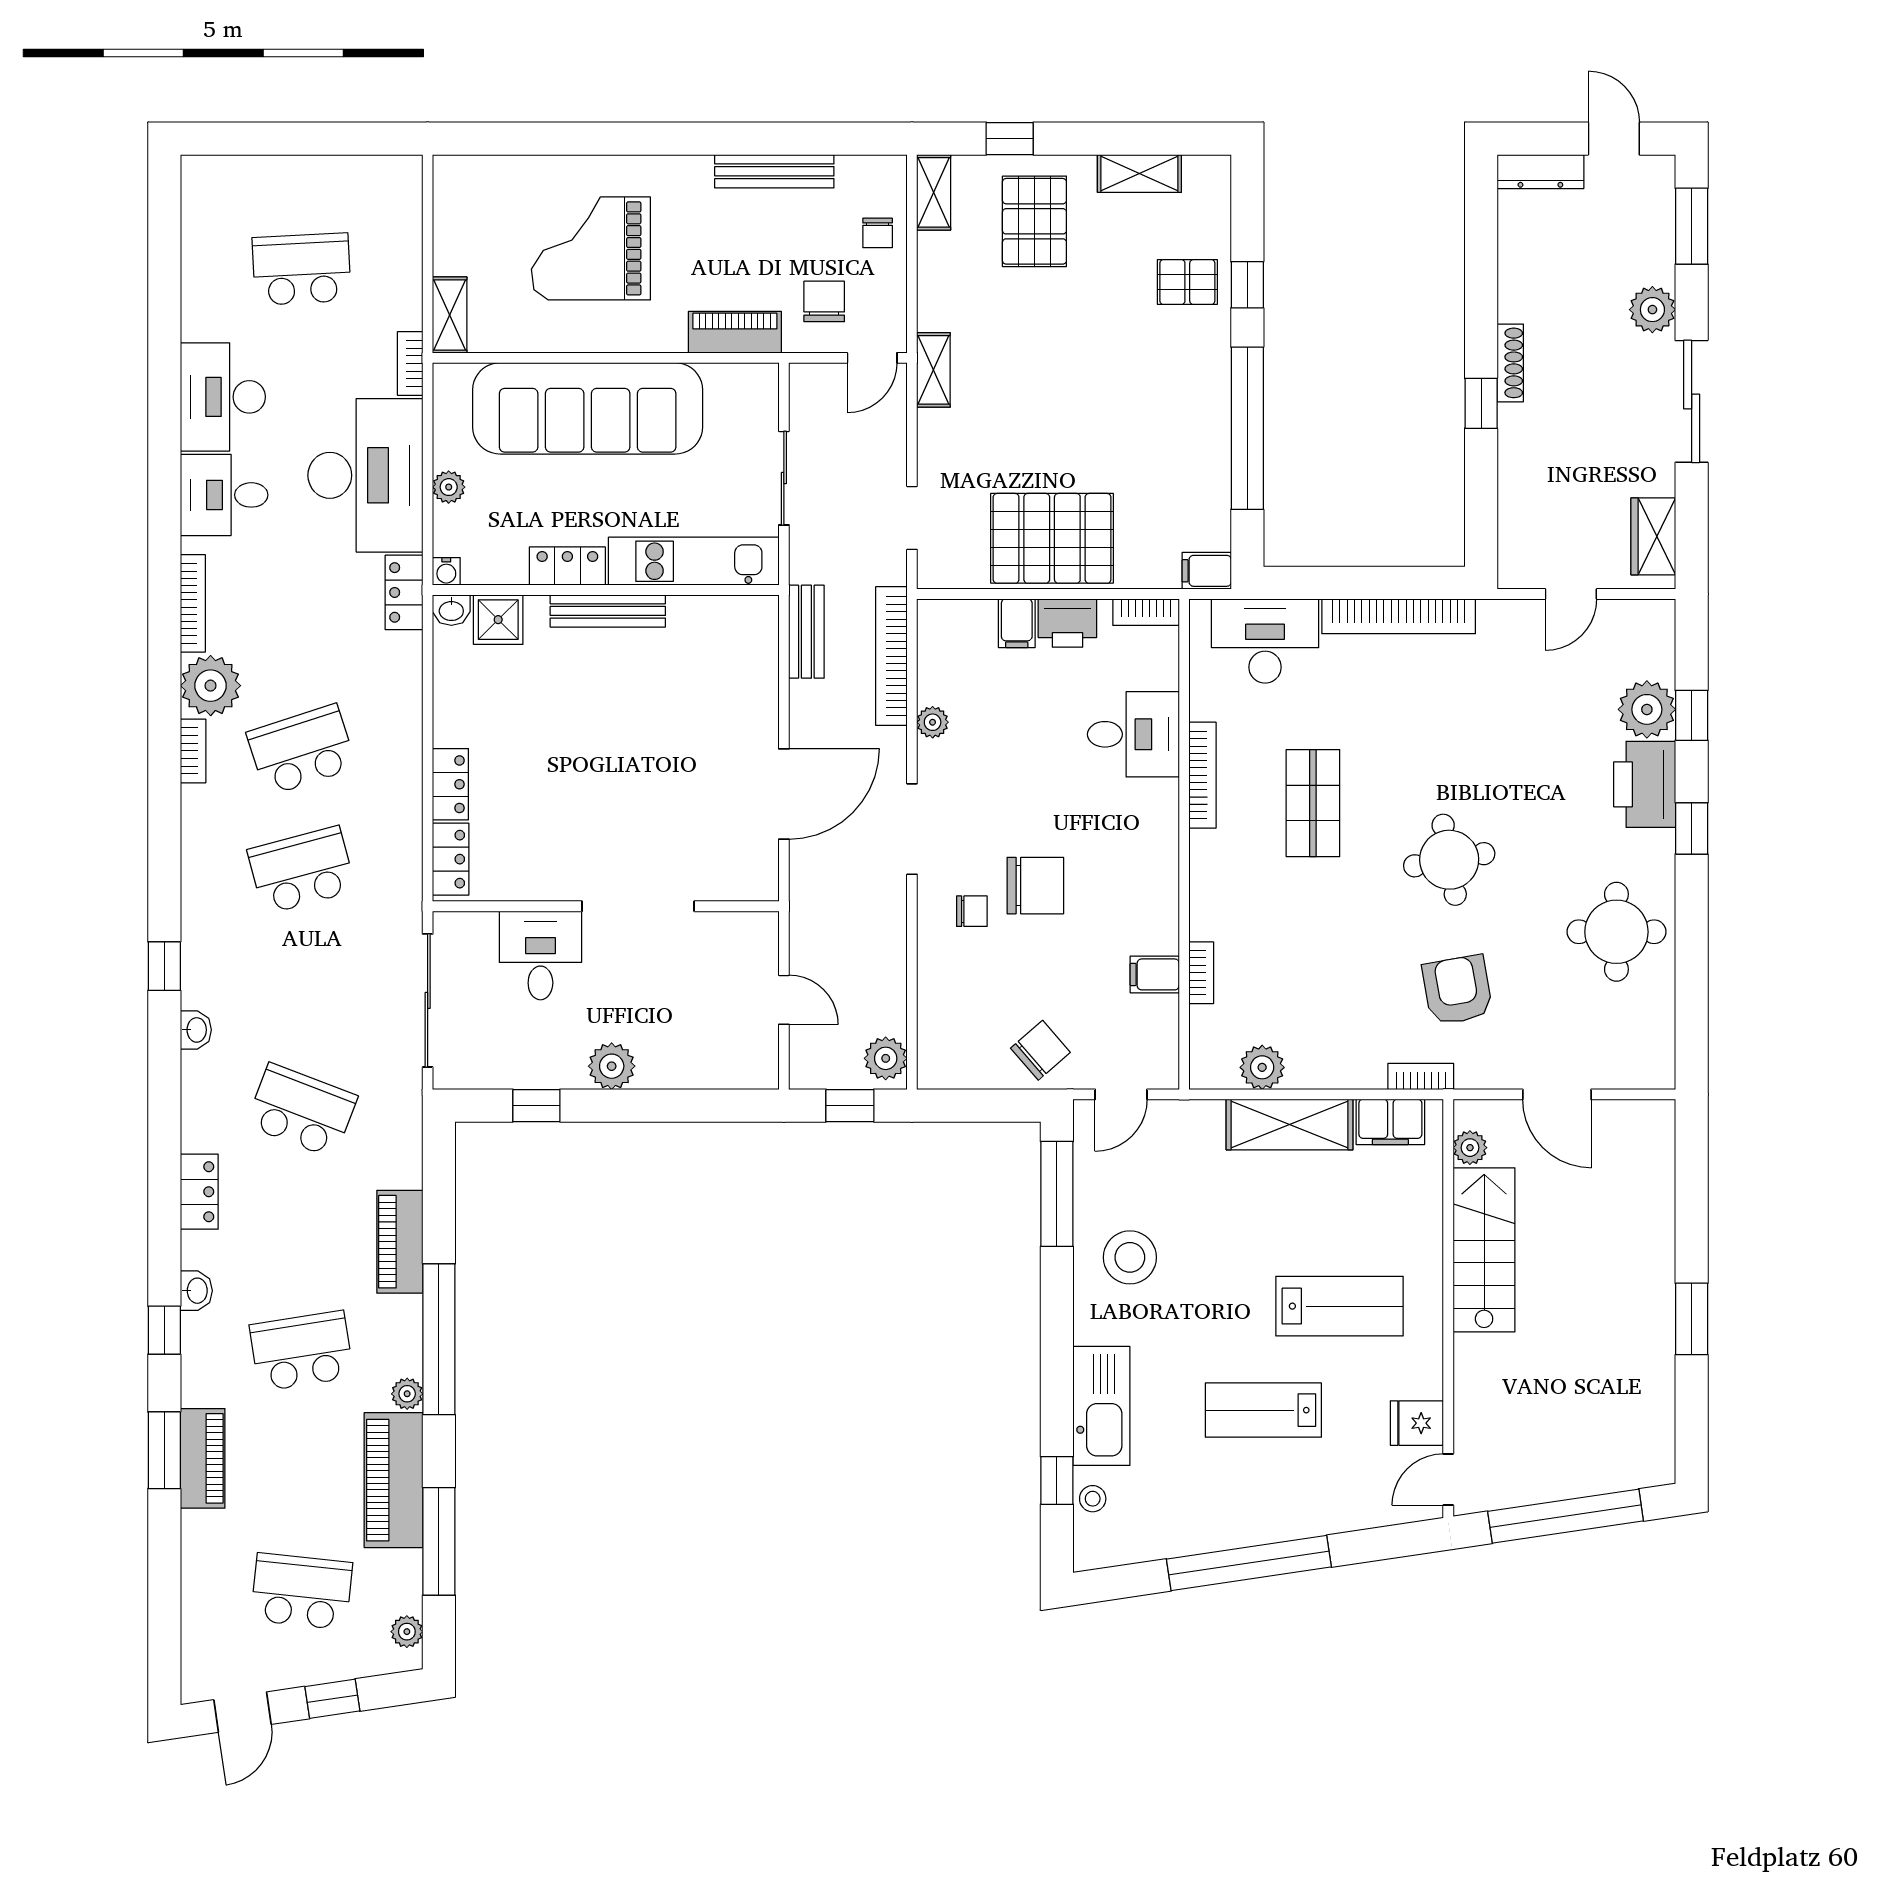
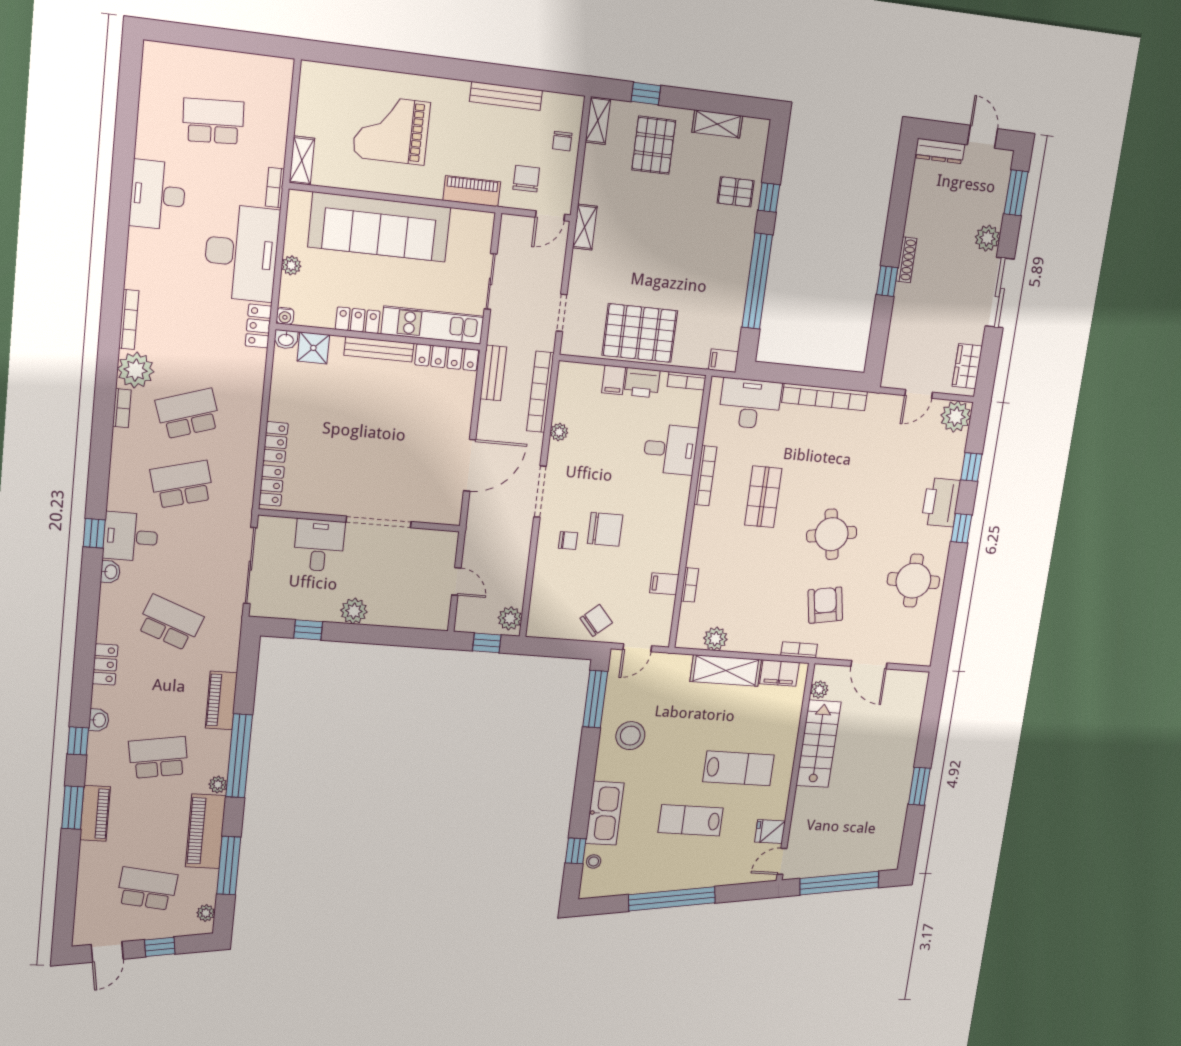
desk: (224, 495) -> (130, 537), moved
locker: (724, 613) -> (447, 357), added
plant: (1647, 709) -> (956, 416), moved

